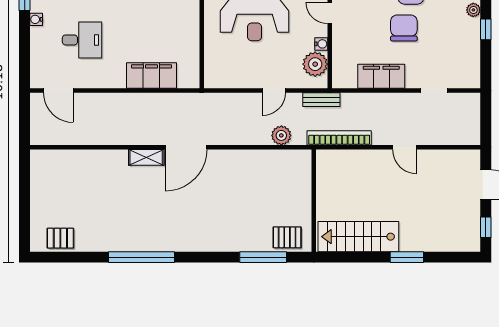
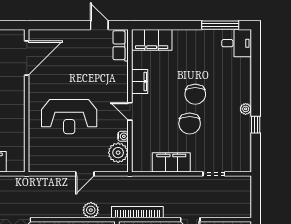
chair: (404, 28) -> (190, 123), turned 180
bench: (321, 100) -> (123, 181), removed

